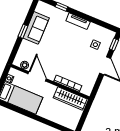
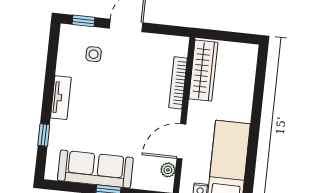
sofa: (36, 28) -> (95, 169), width x1.36

